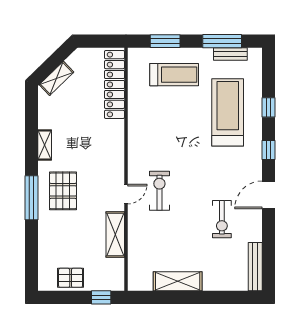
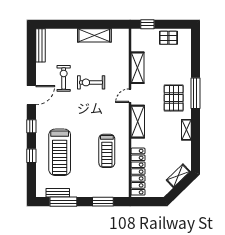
treadmill: (174, 75) -> (107, 151), moved, turned -90
shelving: (115, 157) -> (138, 122), added
exercise bike: (159, 191) -> (91, 82), moved, turned 90

